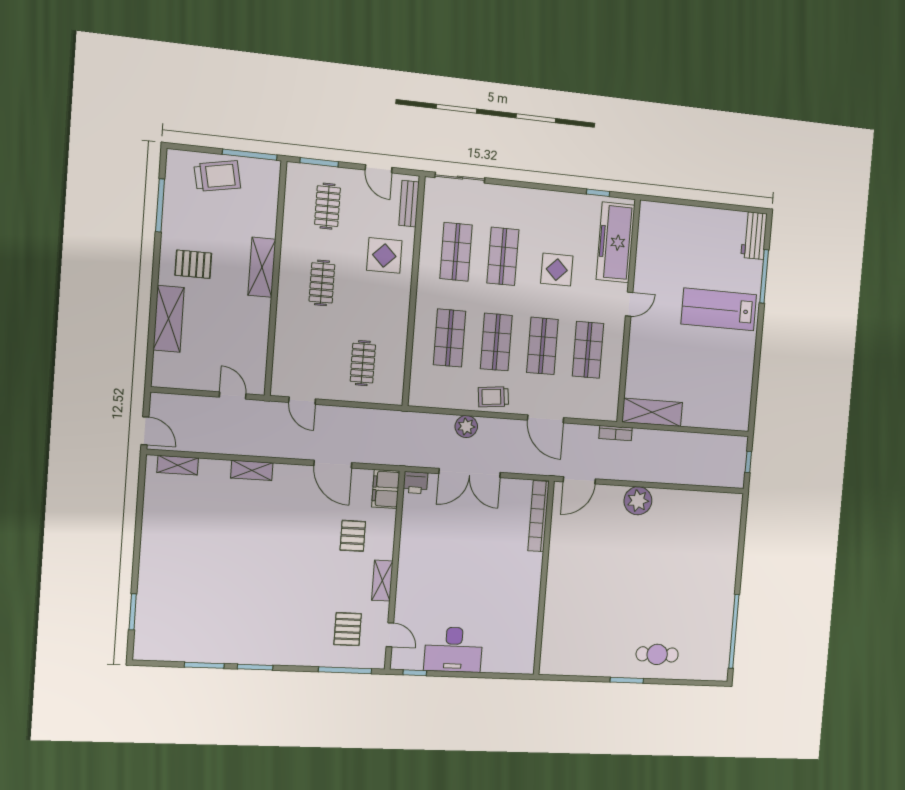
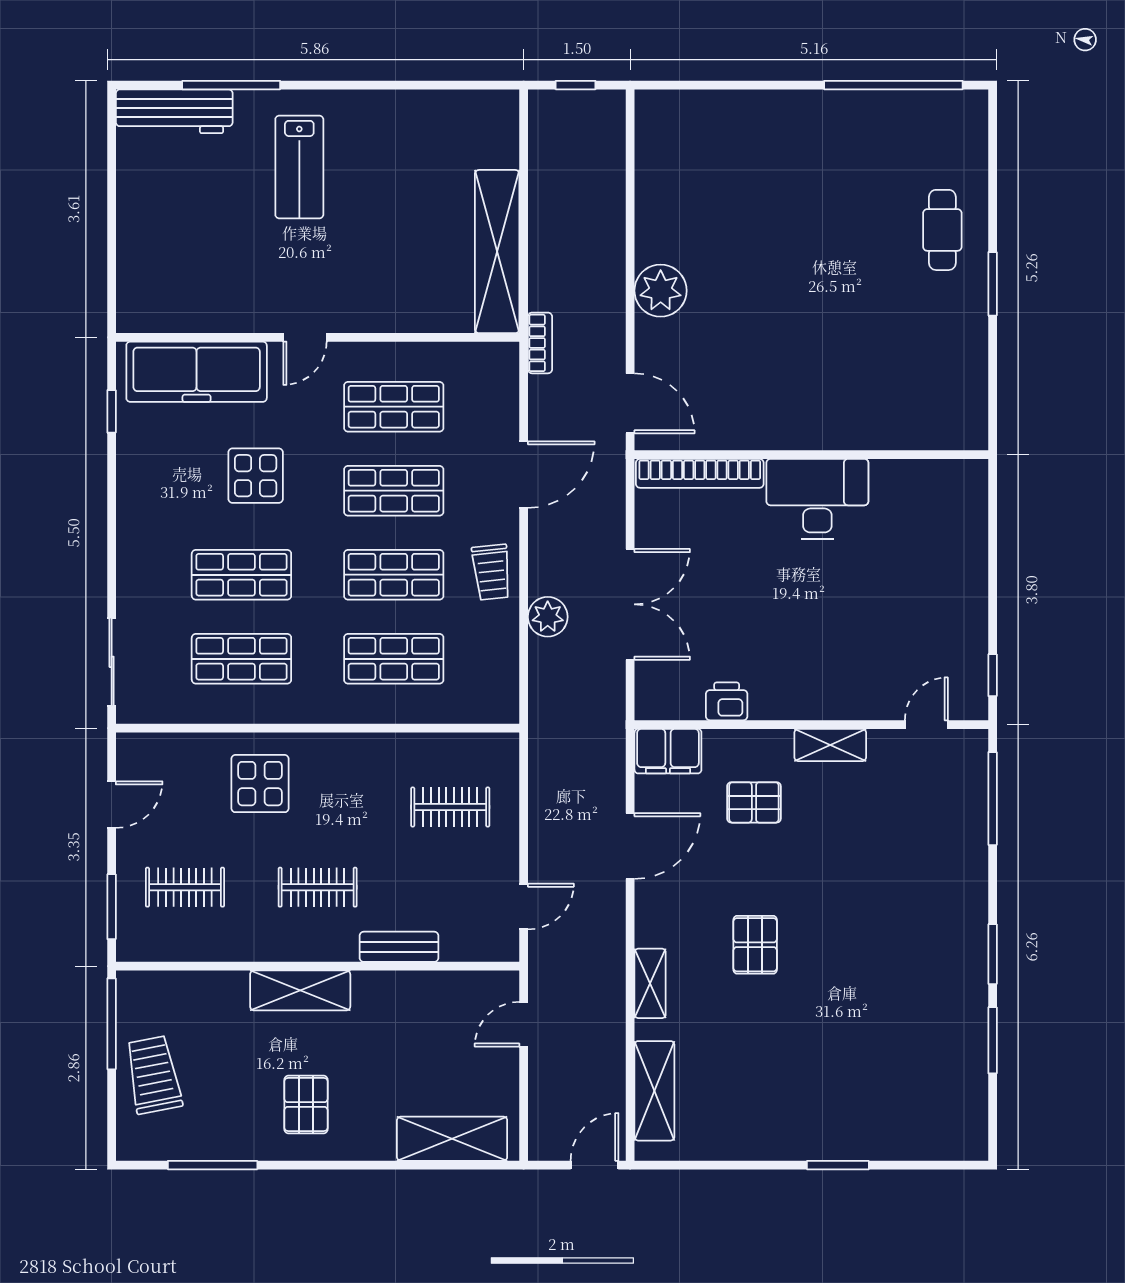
bench: (409, 204) -> (399, 947), moved
workbench: (754, 235) -> (174, 111), width x1.38
door: (629, 304) -> (305, 337), swing flipped
lab bench: (719, 309) -> (299, 167), width x0.73, depth x0.72
shelving: (169, 319) -> (452, 1139), moved
shelving: (652, 412) -> (497, 252), width x1.47
shelving: (178, 465) -> (654, 1091), width x1.50, depth x1.33
printer: (415, 483) -> (727, 701), moved, turned -90
window: (133, 612) -> (838, 1165), moved
pallet: (348, 629) -> (755, 945), moved, turned 90
desk: (453, 650) -> (817, 499), moved, turned -90

